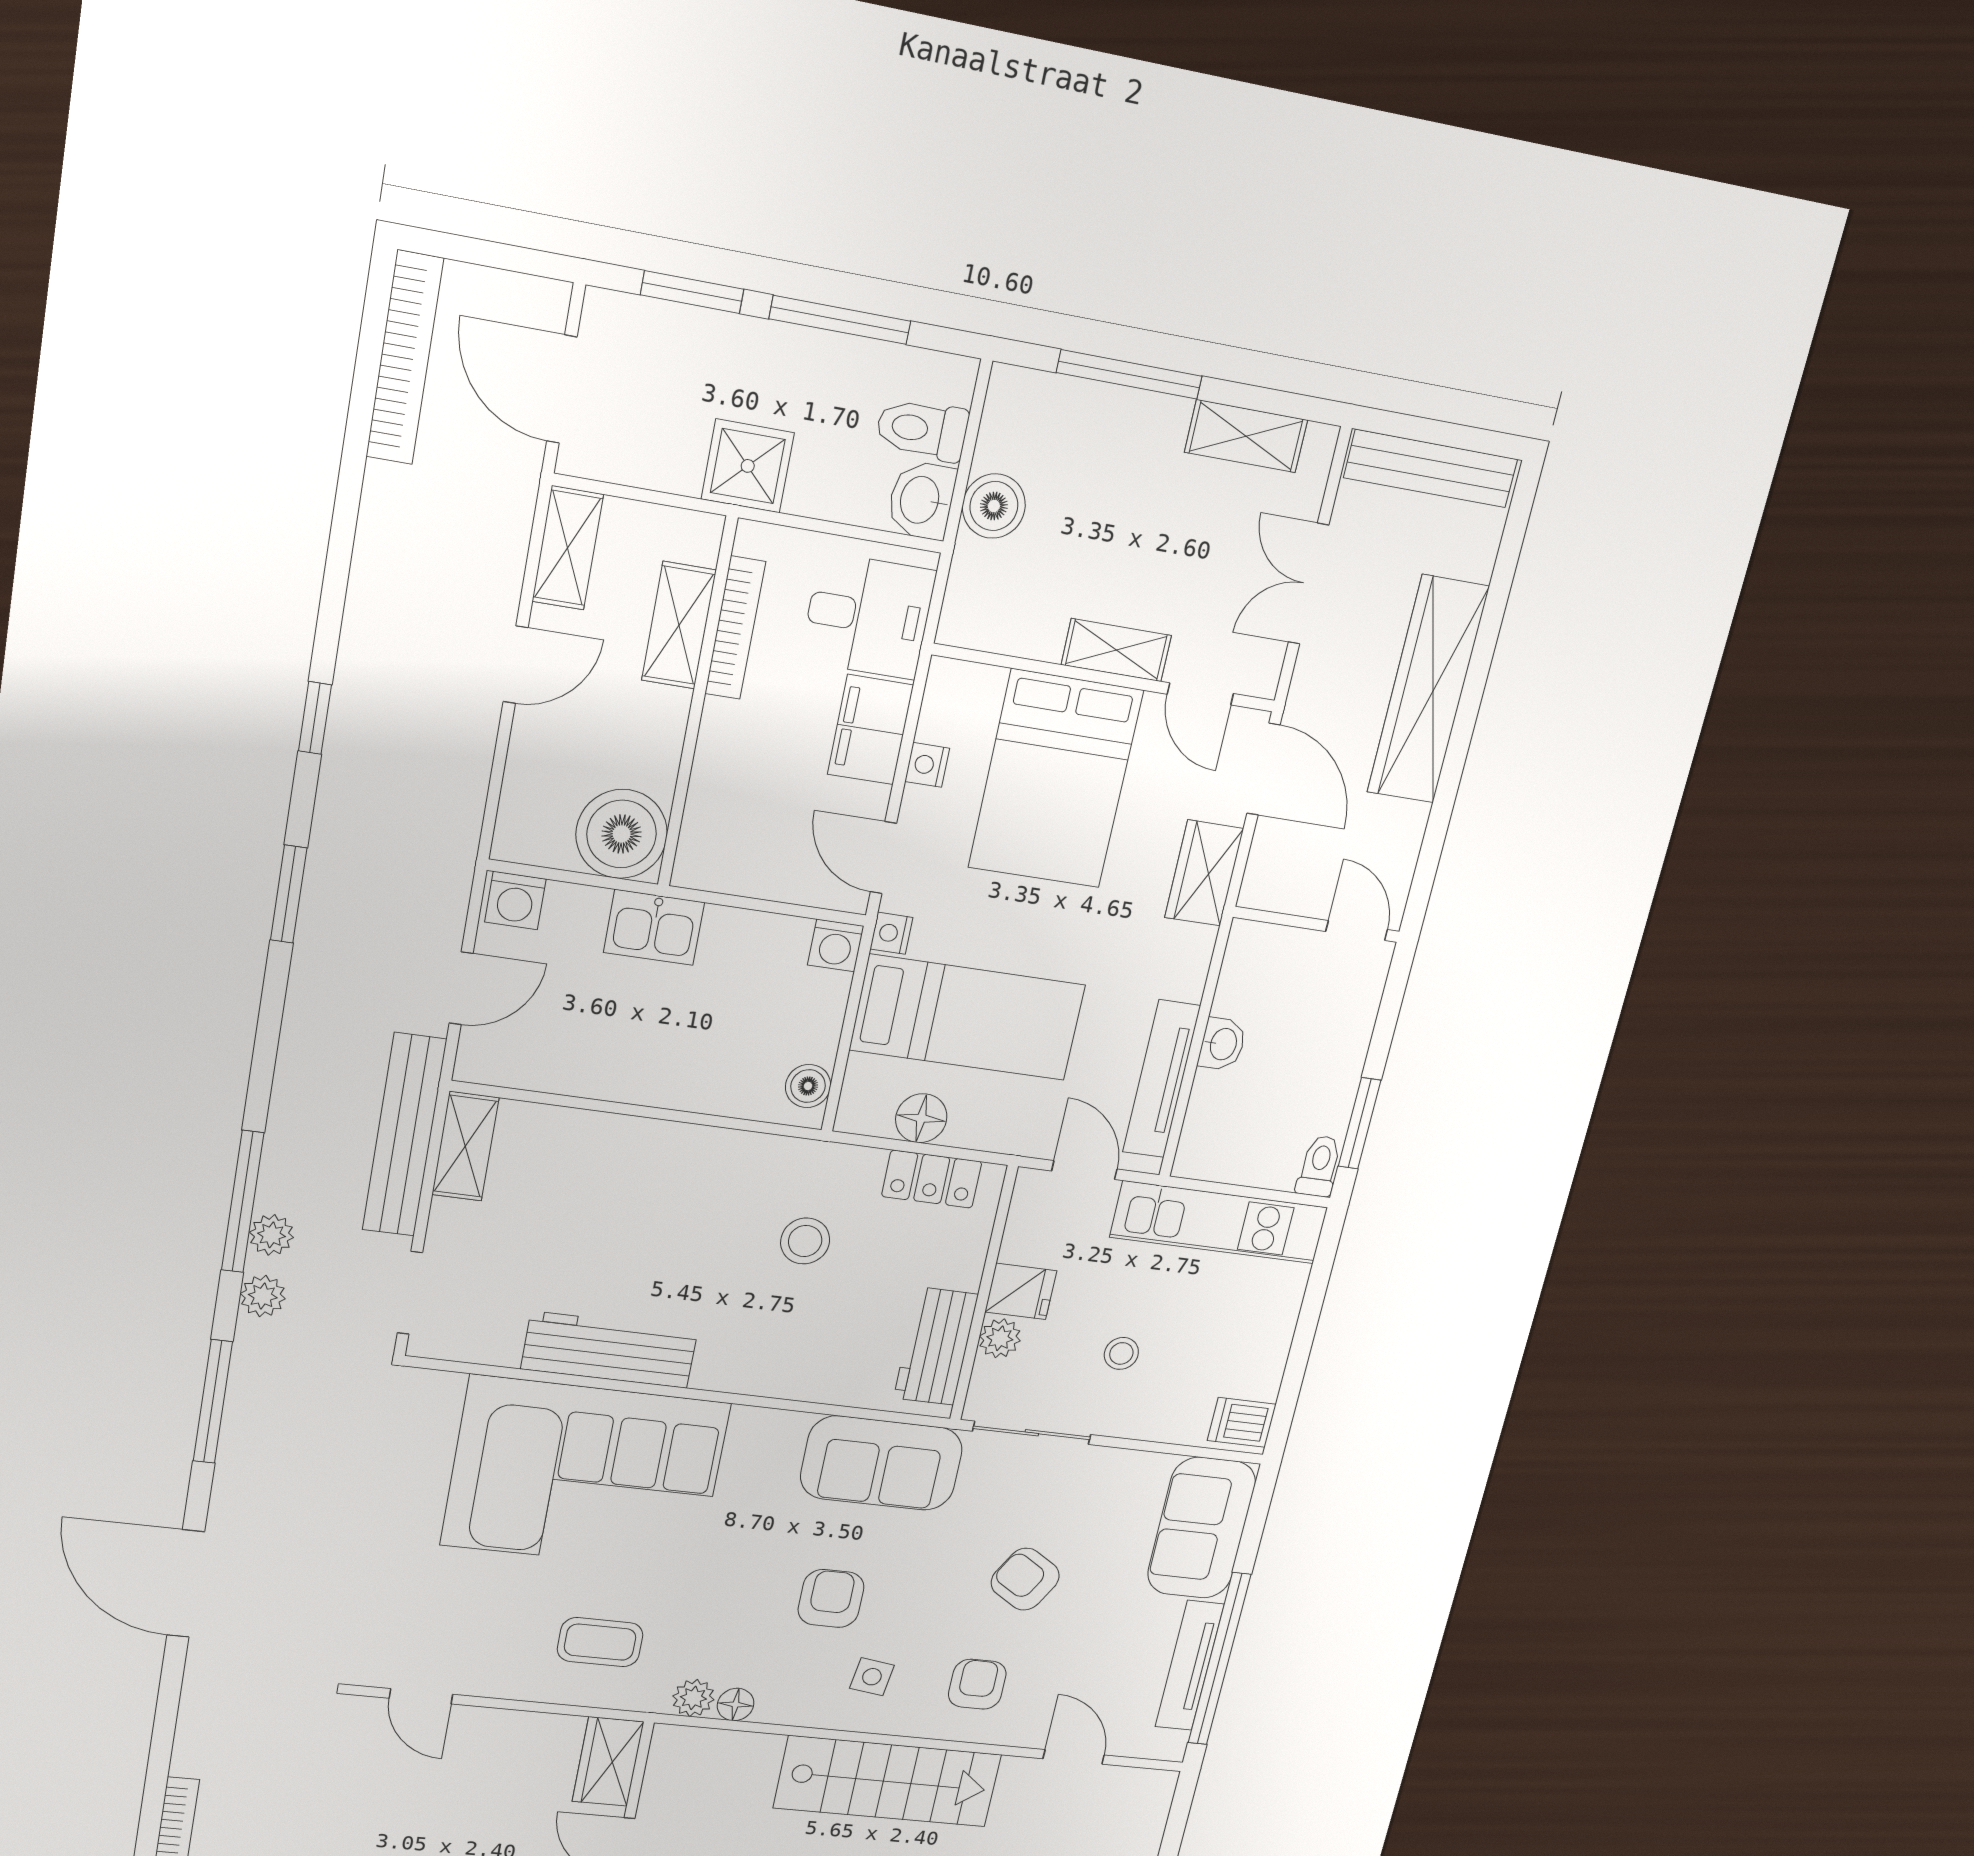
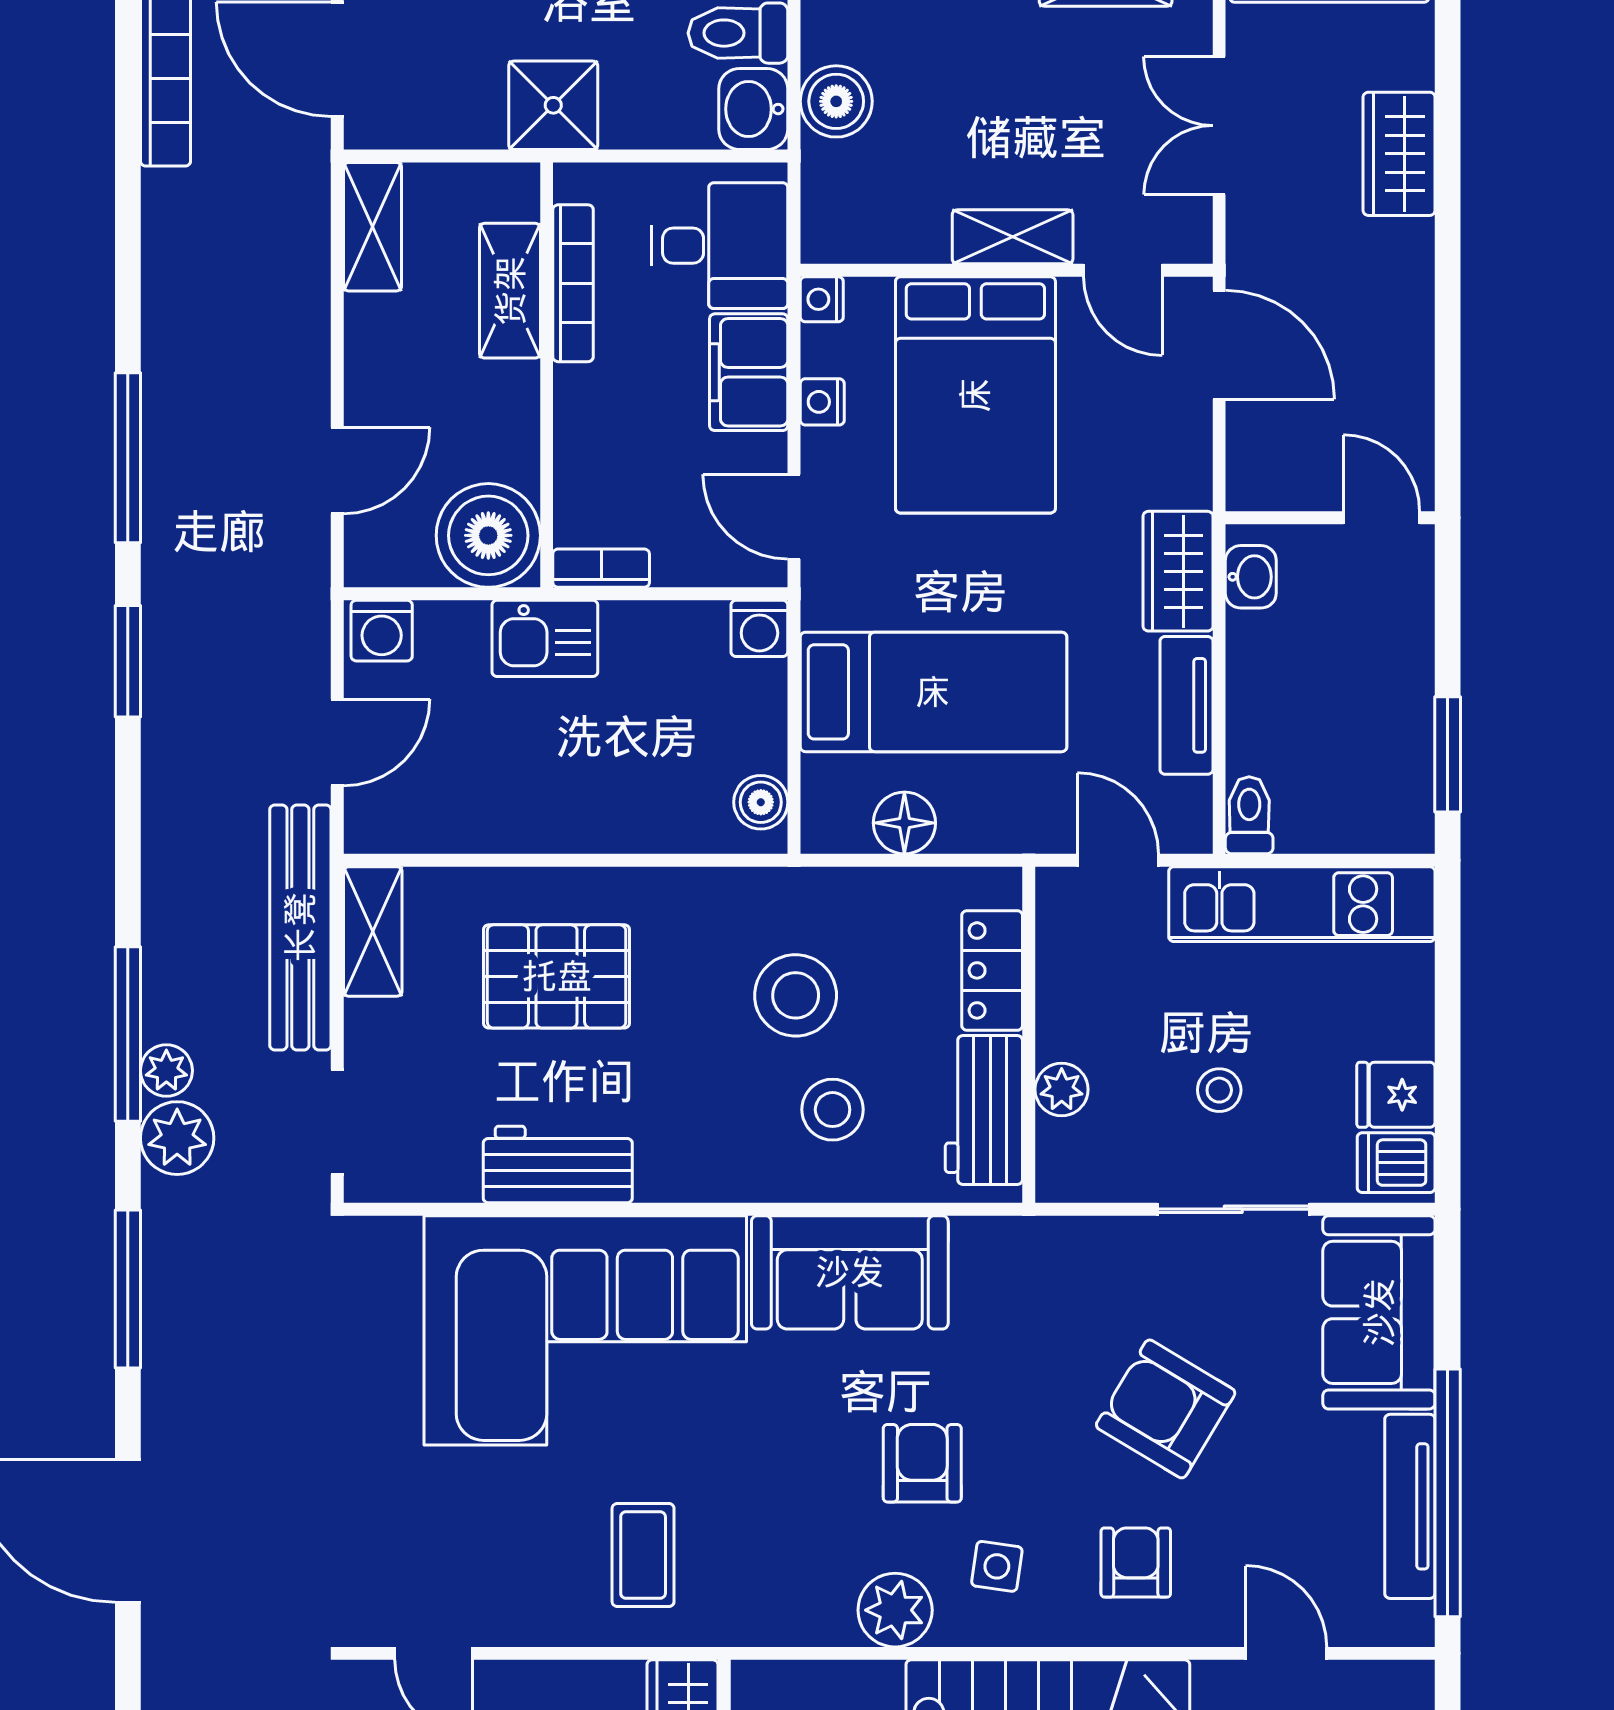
door: (516, 665) -> (337, 471), moved
wardrobe: (1428, 690) -> (1399, 154), width x0.48, depth x0.85
window: (315, 718) -> (128, 458), width x2.17
wardrobe: (1204, 873) -> (1178, 571), moved
bookcase: (713, 876) -> (601, 568), added
nightstand: (891, 933) -> (822, 299), moved
washbasin: (1222, 1044) -> (1251, 577), moved
tv unit: (1162, 1079) -> (1186, 705), width x0.71
toilet: (1319, 1166) -> (1249, 815), moved
locker: (932, 1179) -> (992, 970), moved, turned 90
pallet: (613, 1202) -> (557, 976), added
stool: (805, 1241) -> (796, 995), width x1.38, depth x1.38
fridge: (1021, 1291) -> (1396, 1095), moved, turned 180
plant: (263, 1296) -> (177, 1138), width x1.38, depth x1.38
stool: (816, 1332) -> (833, 1110), added
workbench: (609, 1350) -> (558, 1164), width x0.73
sliding door: (1032, 1433) -> (1233, 1209), moved
sofa: (881, 1463) -> (850, 1272), moved
armchair: (1025, 1579) -> (1166, 1409), width x1.38, depth x1.38
coffee table: (600, 1642) -> (643, 1555), turned 90
plant: (693, 1698) -> (895, 1610), moved, width x1.38, depth x1.38
floor lamp: (736, 1705) -> (830, 1624), removed

